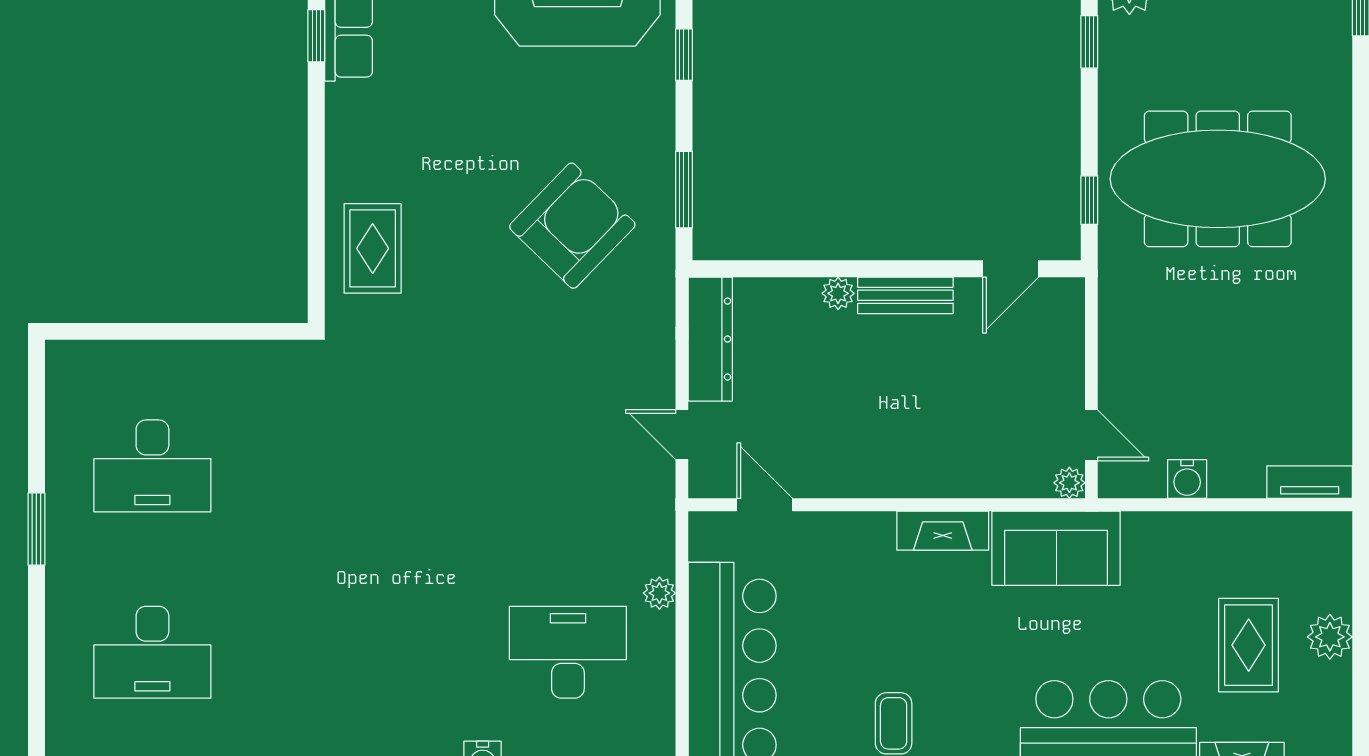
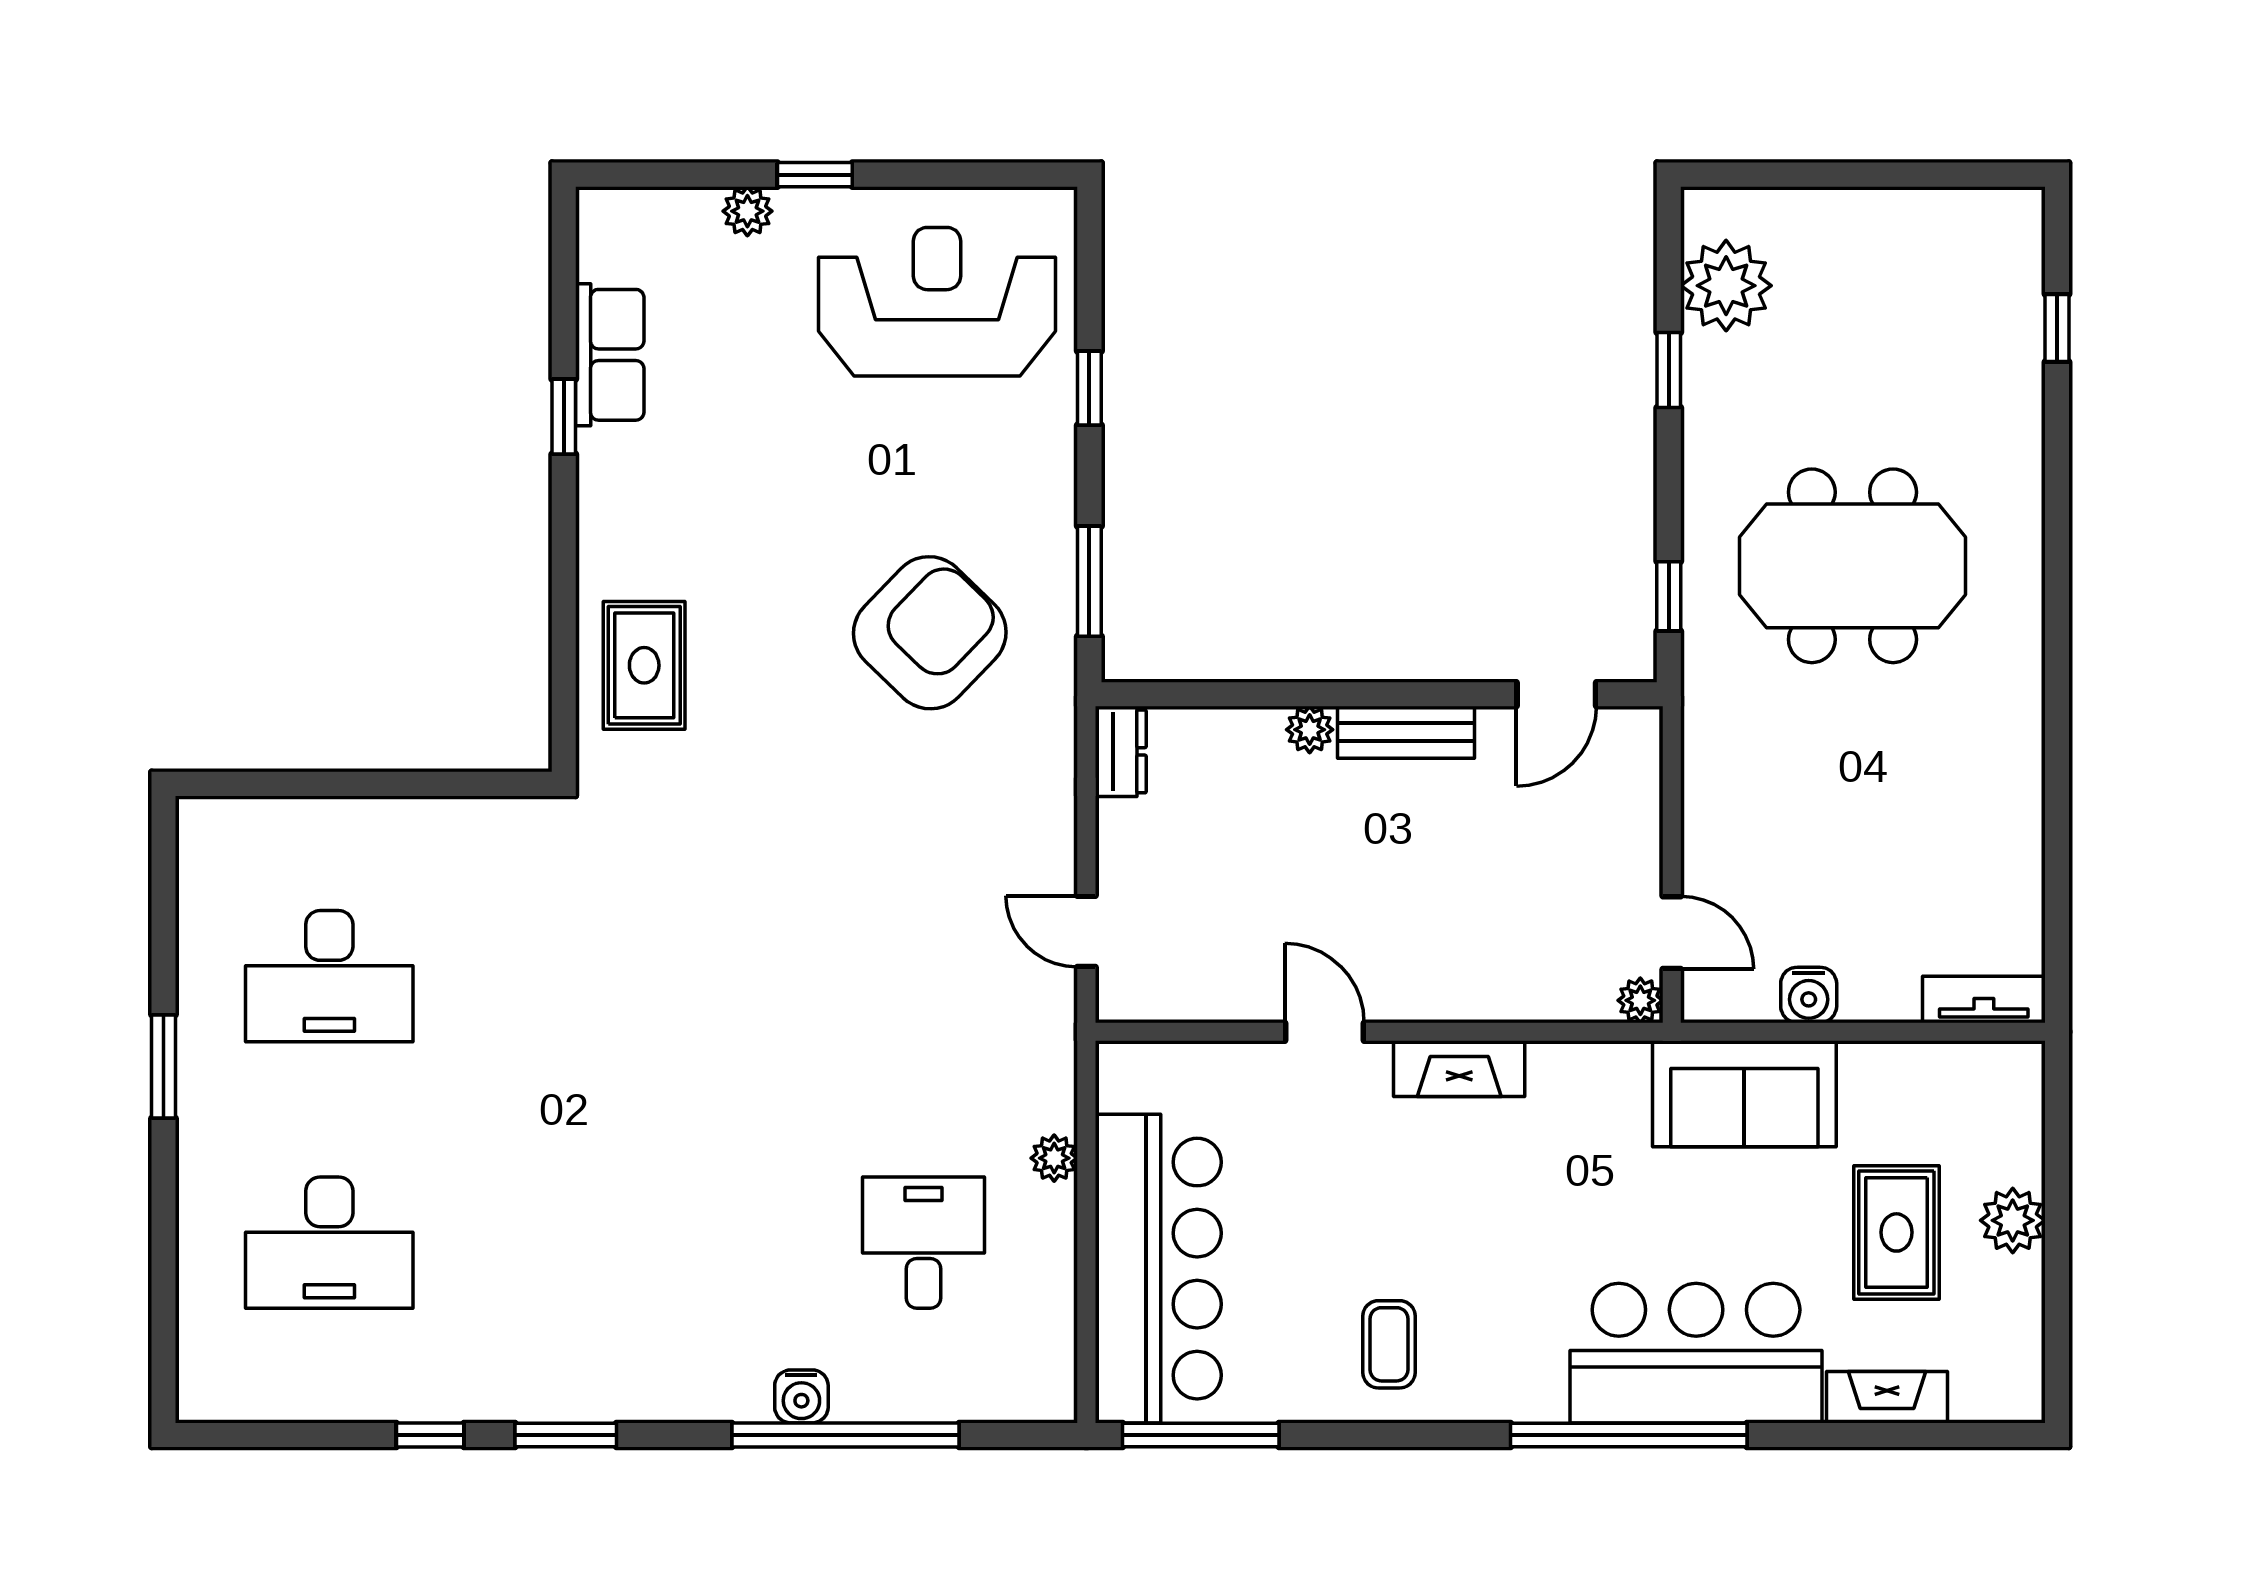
window: (316, 36) -> (564, 417), moved
meeting table: (1218, 179) -> (1852, 566), width x0.73
dresser: (710, 339) -> (1121, 751), width x0.51, depth x0.80
door: (765, 505) -> (1325, 1032), moved
sofa: (1056, 548) -> (1744, 1094), moved
desk: (568, 652) -> (923, 1243), width x0.73

